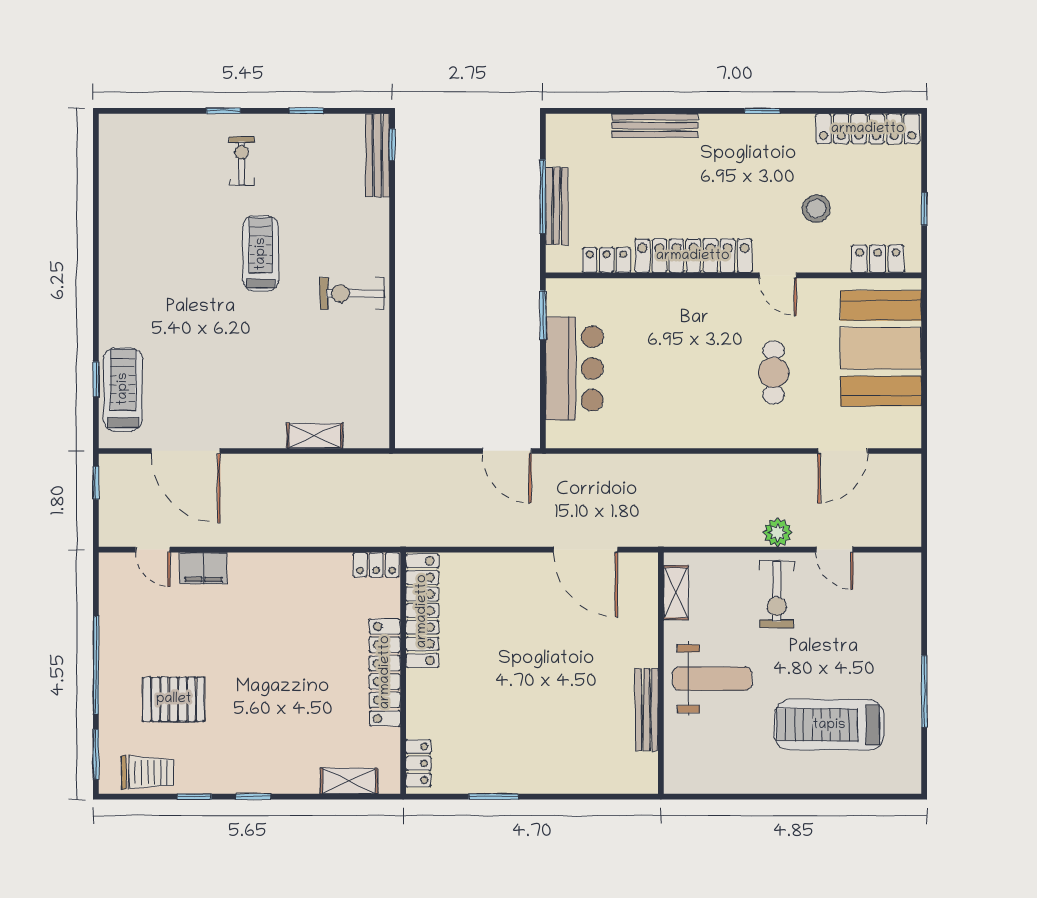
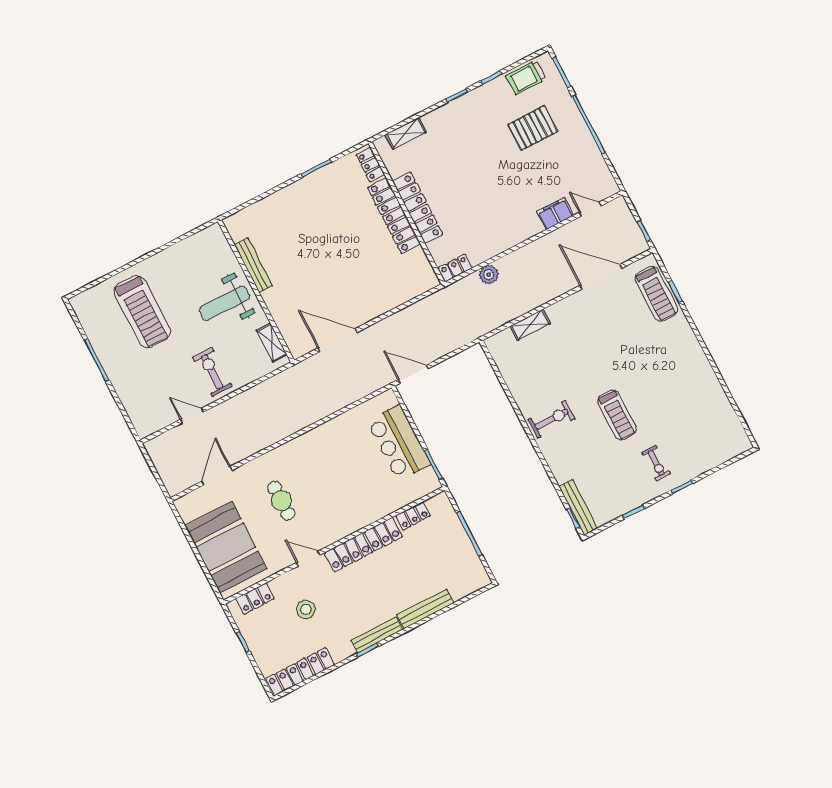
bench: (557, 206) -> (377, 635), moved, turned 90
plant: (778, 533) -> (489, 275), moved
locker: (422, 611) -> (394, 216), moved
treadmill: (829, 725) -> (142, 312), turned 90

